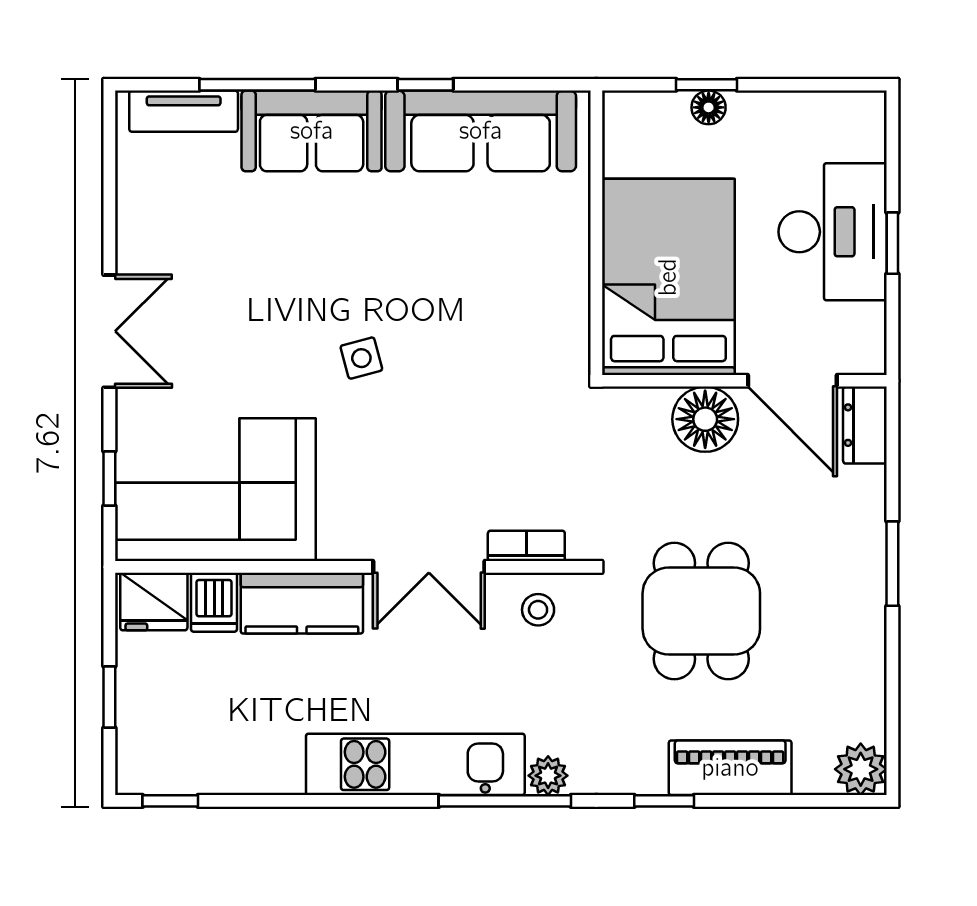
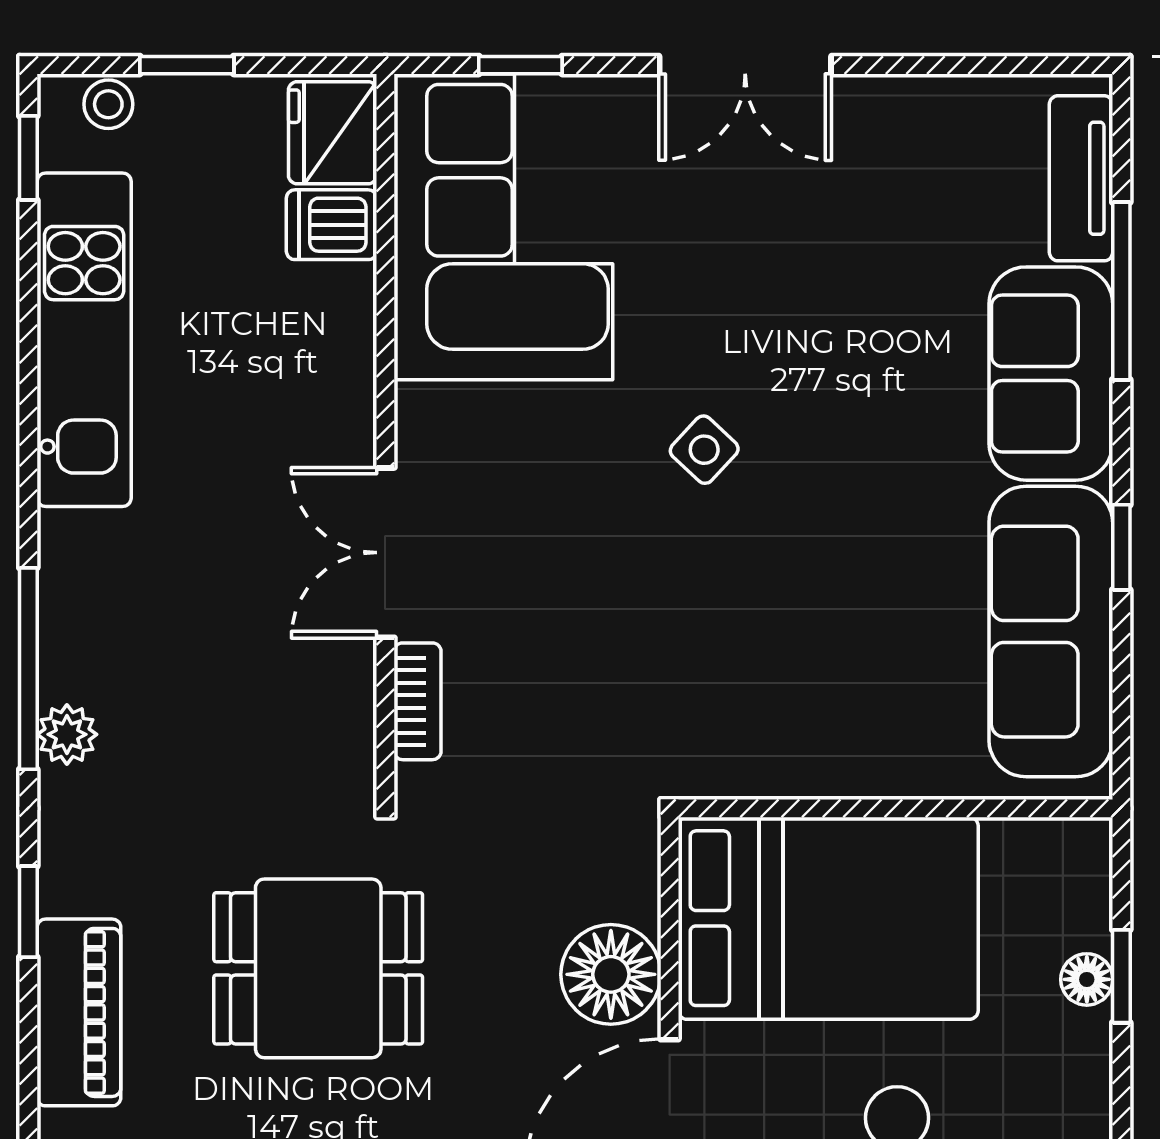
side table: (361, 358) -> (704, 450), turned -32
kitchen counter: (302, 603) -> (330, 359), removed
stool: (538, 610) -> (108, 104), moved
kitchen unit: (415, 764) -> (84, 340), moved

